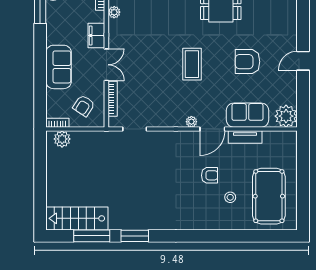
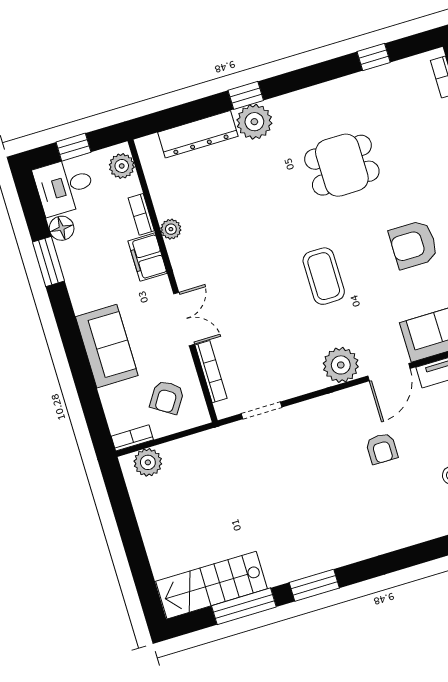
filing cabinet: (96, 36) -> (148, 257), moved
plant: (191, 122) -> (341, 365), width x1.88, depth x1.88
armchair: (210, 175) -> (382, 449), moved, turned 90

